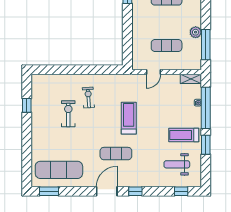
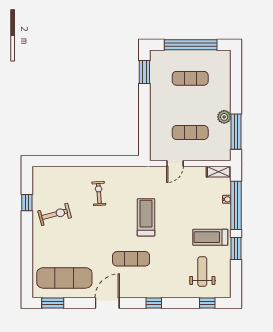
exercise bike: (68, 114) -> (55, 214), moved, turned 75
weight bench: (177, 164) -> (202, 272), turned 90
door: (107, 191) -> (107, 303), moved

